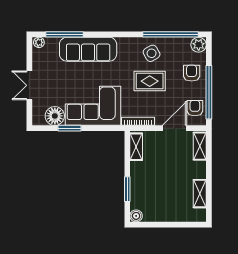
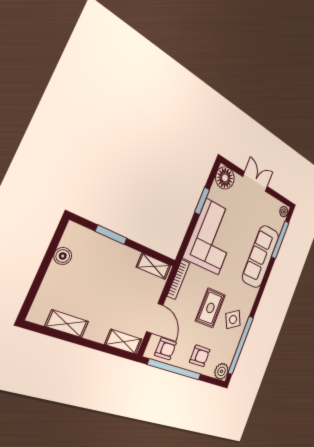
floor lamp: (55, 116) -> (225, 178), moved
boiler: (136, 216) -> (63, 256), moved

